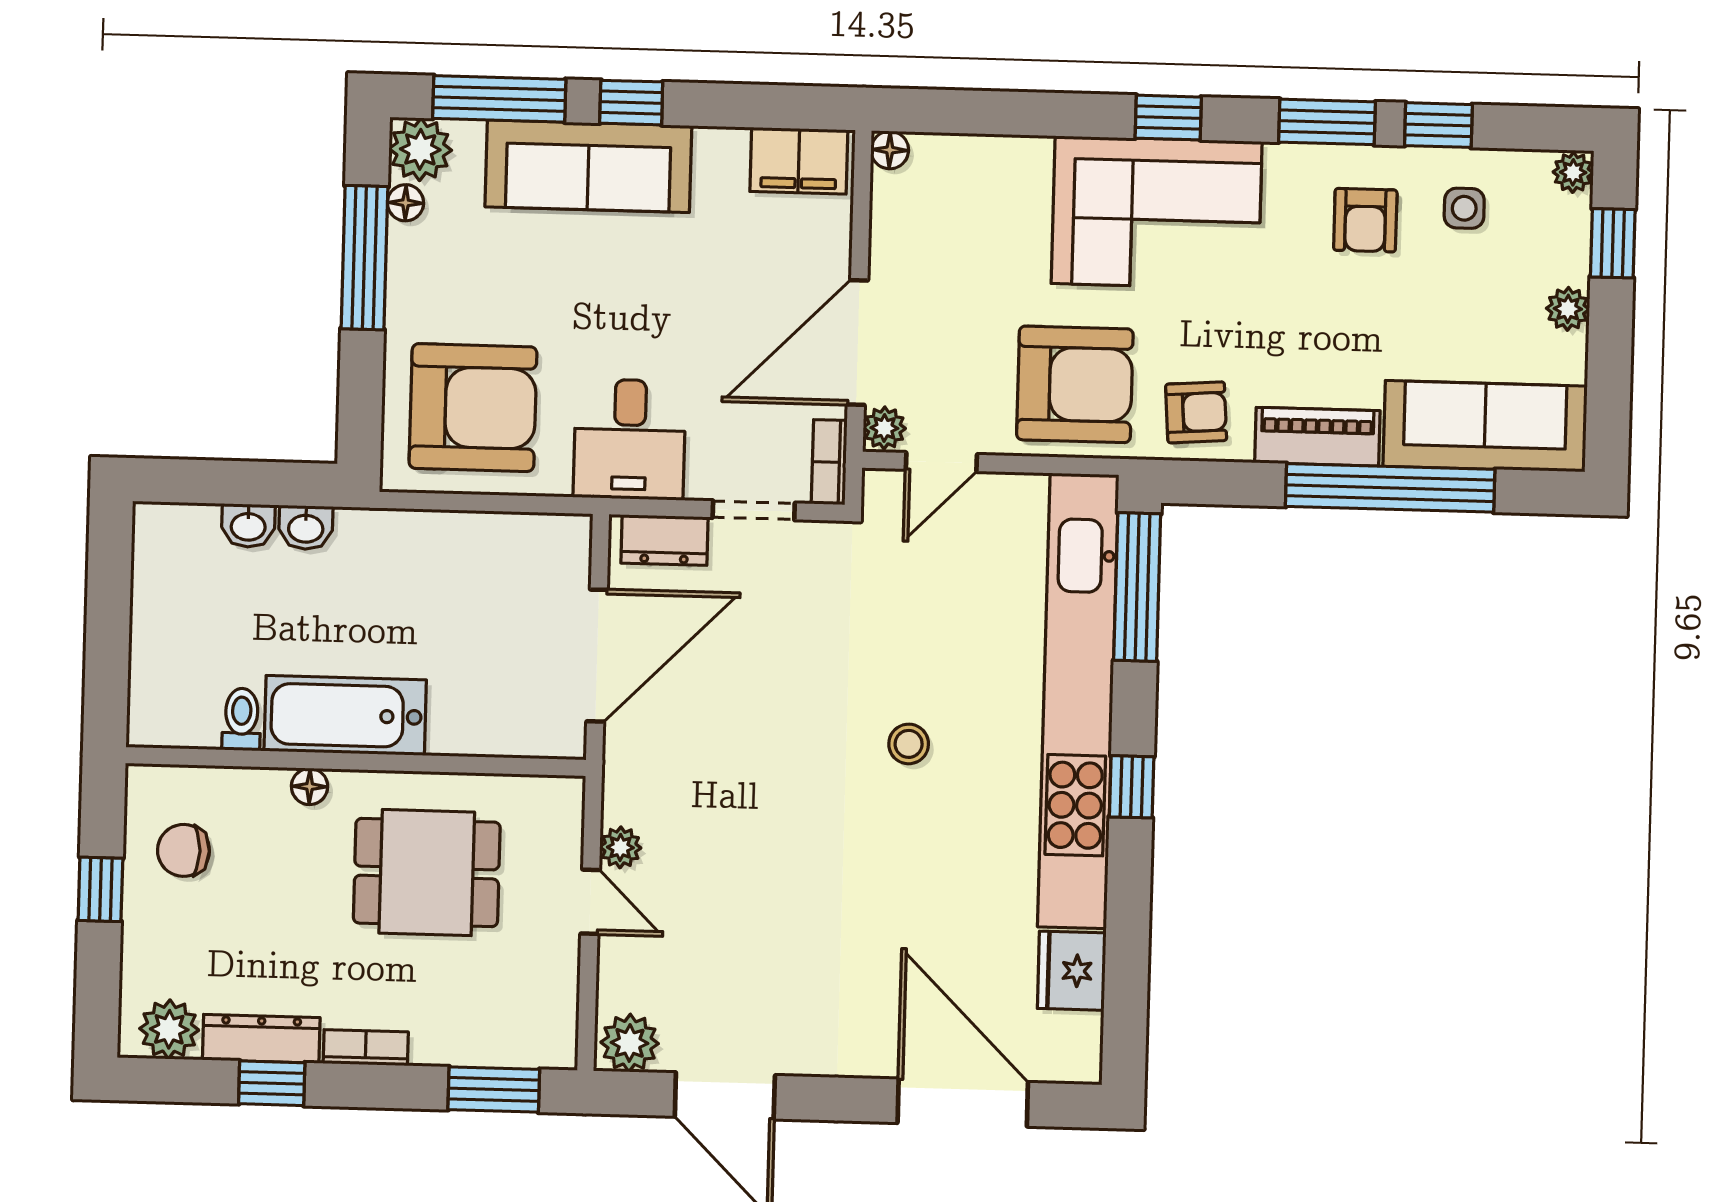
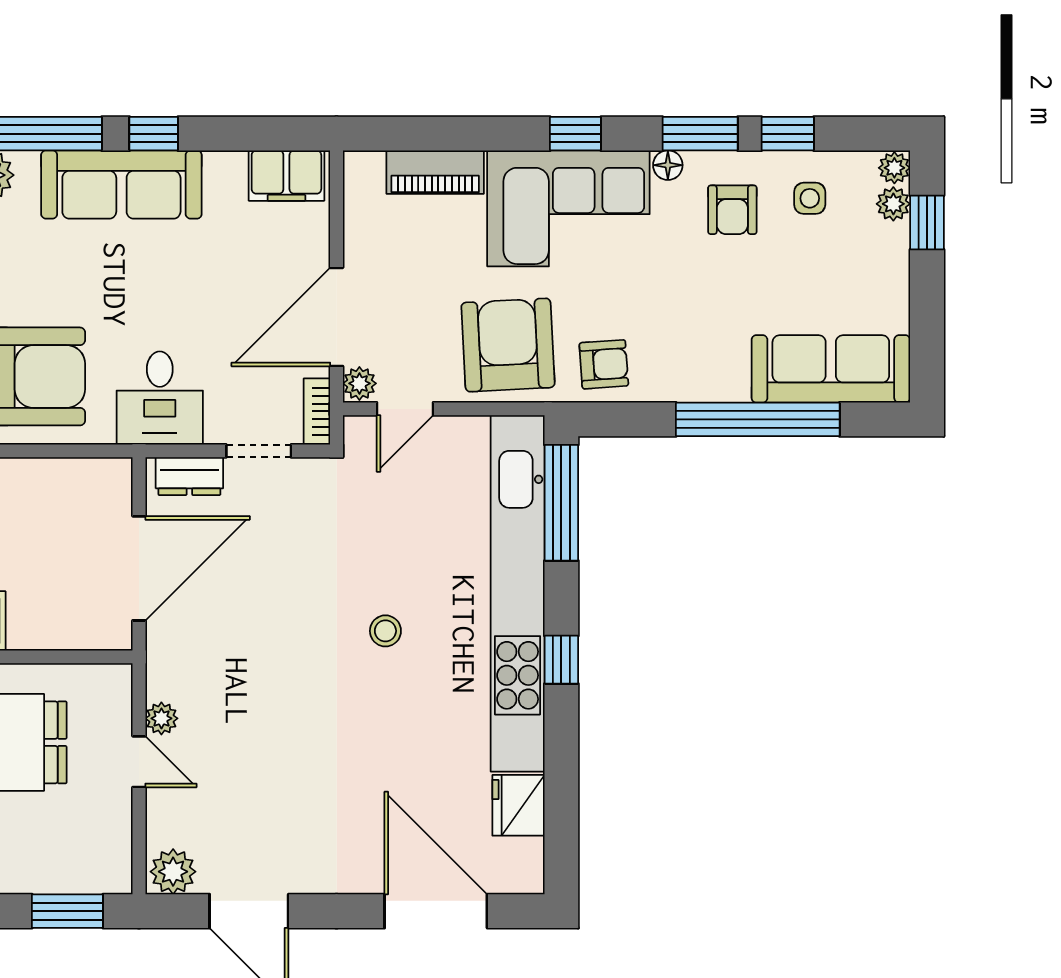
floor lamp: (890, 150) -> (668, 165), moved
plant: (1568, 309) -> (893, 204), moved
armchair: (1075, 384) -> (508, 345), turned -93
piano: (1317, 437) -> (435, 172), moved, turned 180

